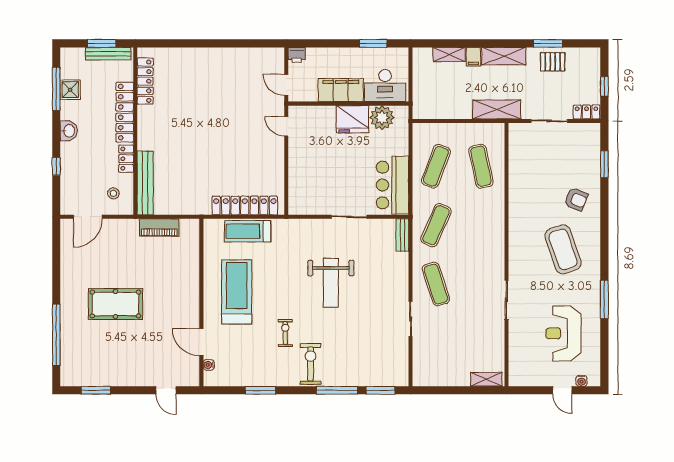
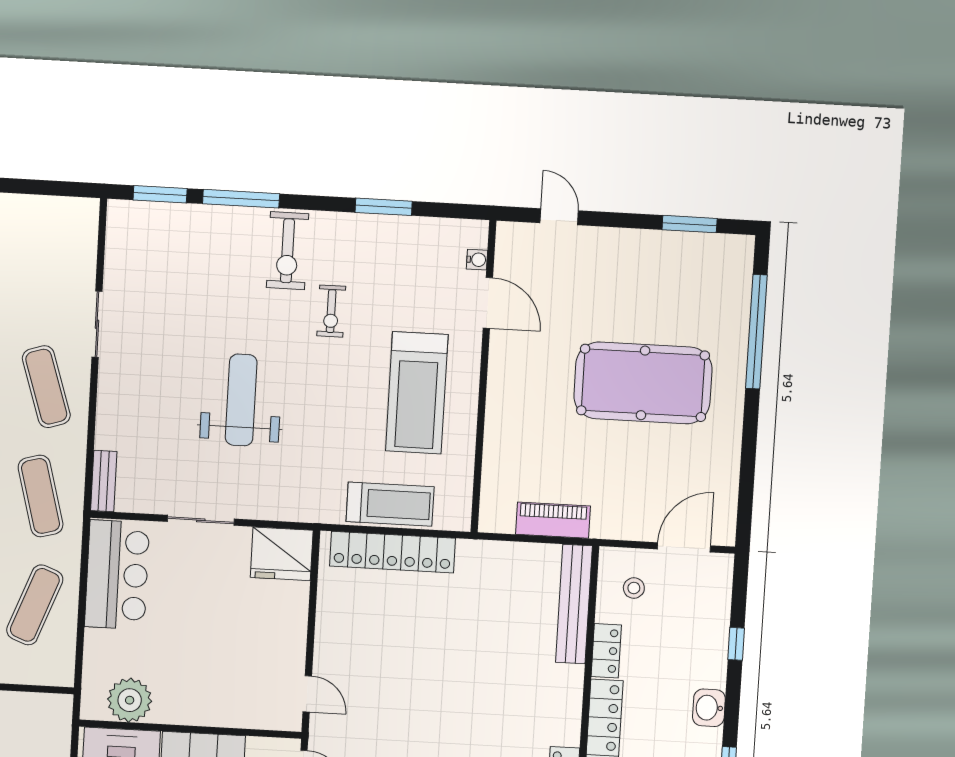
fridge: (353, 119) -> (282, 554), moved, turned 180
exercise mat: (436, 225) -> (41, 496), turned -39
pool table: (115, 304) -> (643, 383), width x1.36, depth x1.32

